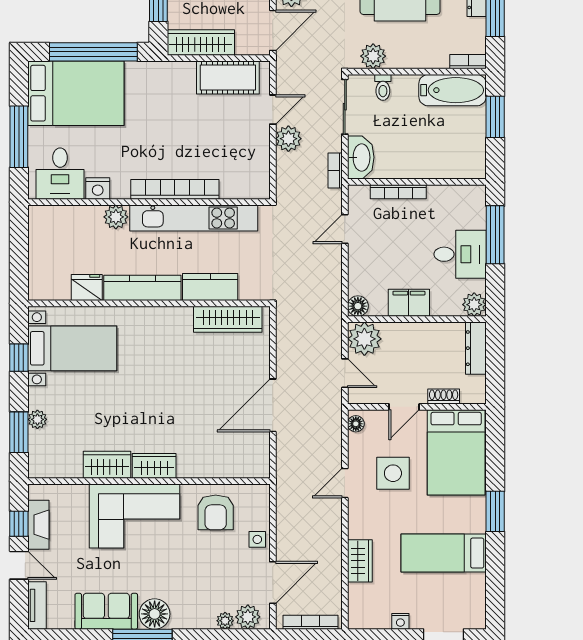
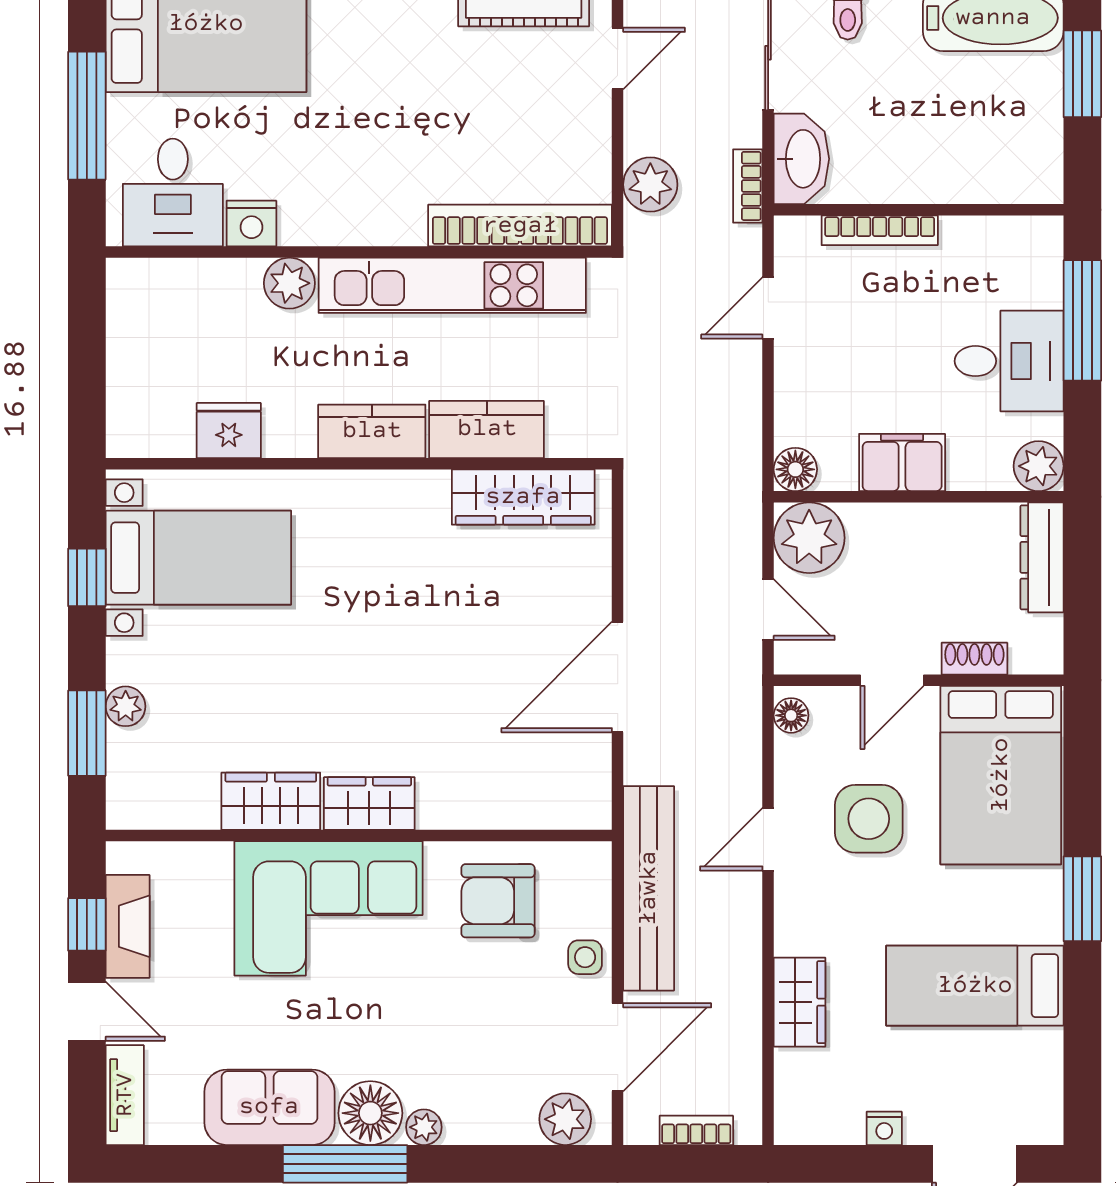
plant: (288, 139) -> (650, 185), moved
bookcase: (175, 189) -> (520, 226), moved
kitchen counter: (142, 288) -> (372, 431), width x0.67
bench: (288, 506) -> (649, 888), added
armchair: (216, 512) -> (498, 901), turned 90
plant: (225, 621) -> (424, 1127), moved
bookcase: (310, 622) -> (696, 1130), width x0.64

